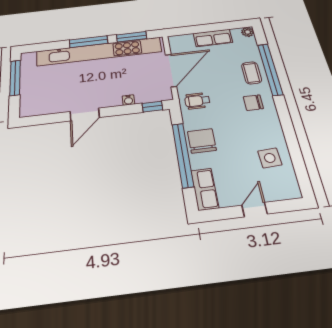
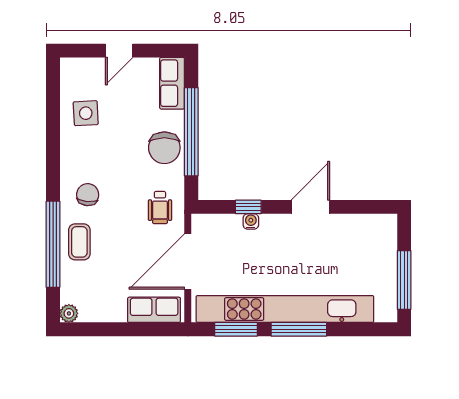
row of seats: (213, 38) -> (154, 310), moved
wheelchair: (197, 101) -> (160, 208), turned 90
chair: (253, 103) -> (88, 195), turned -84
window: (152, 107) -> (248, 207), moved

